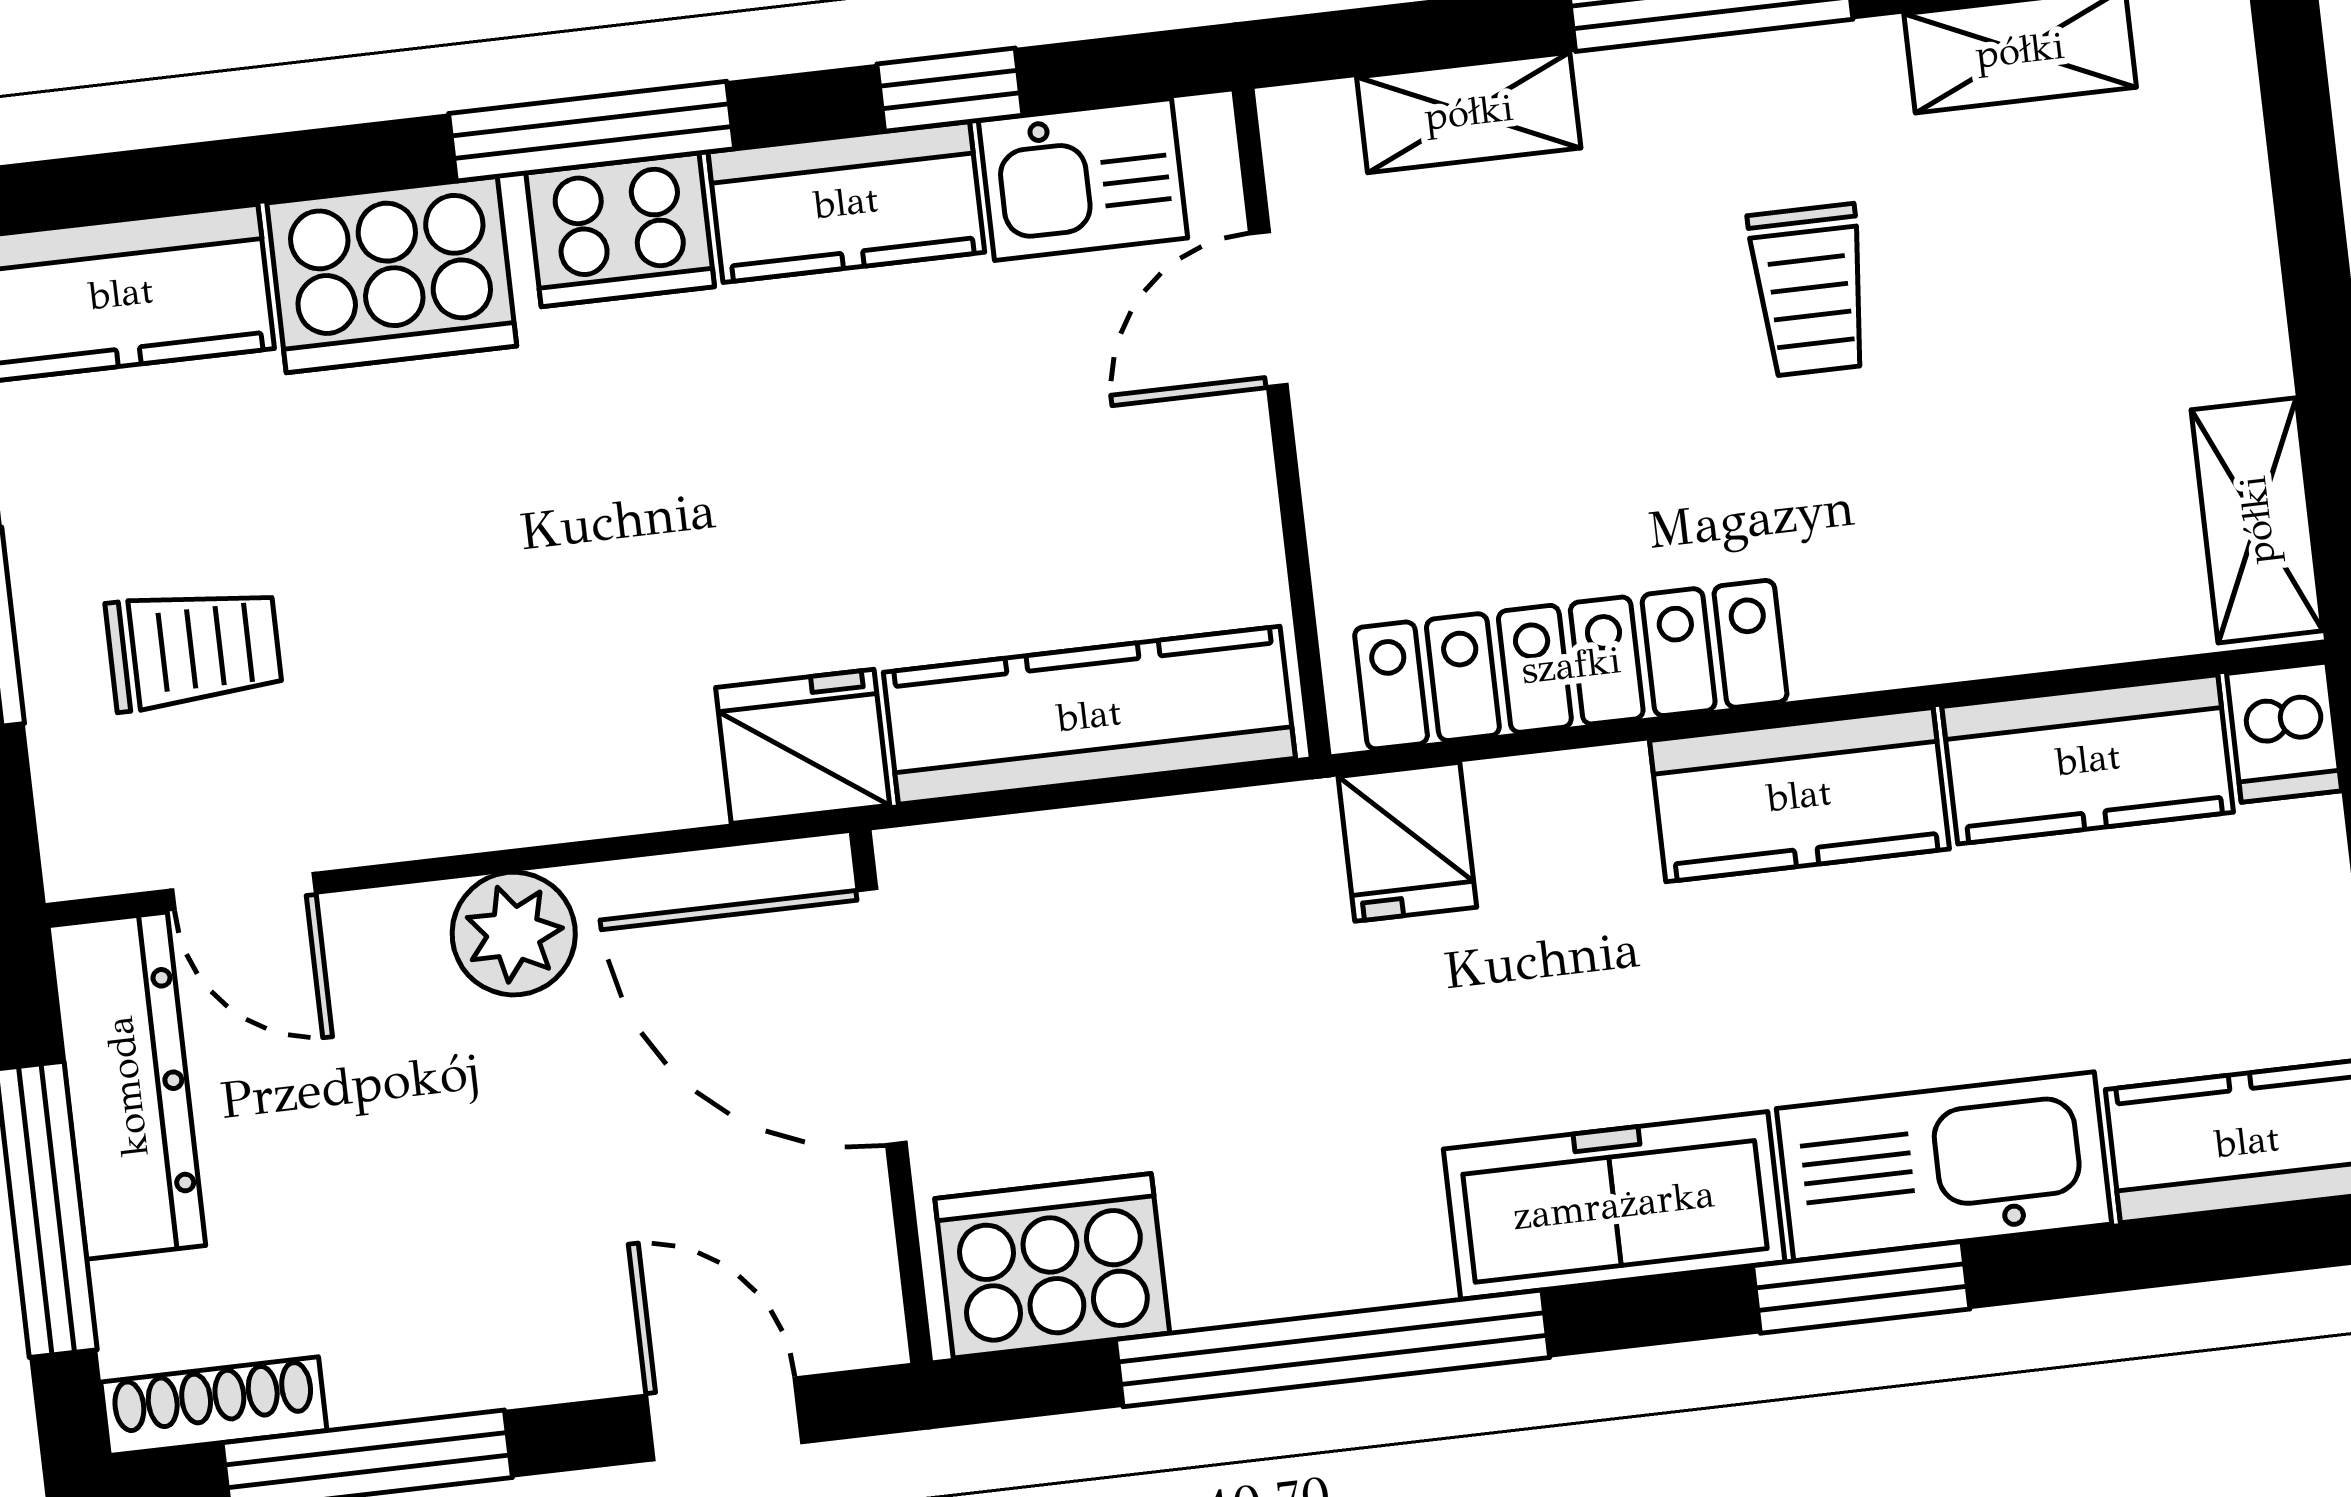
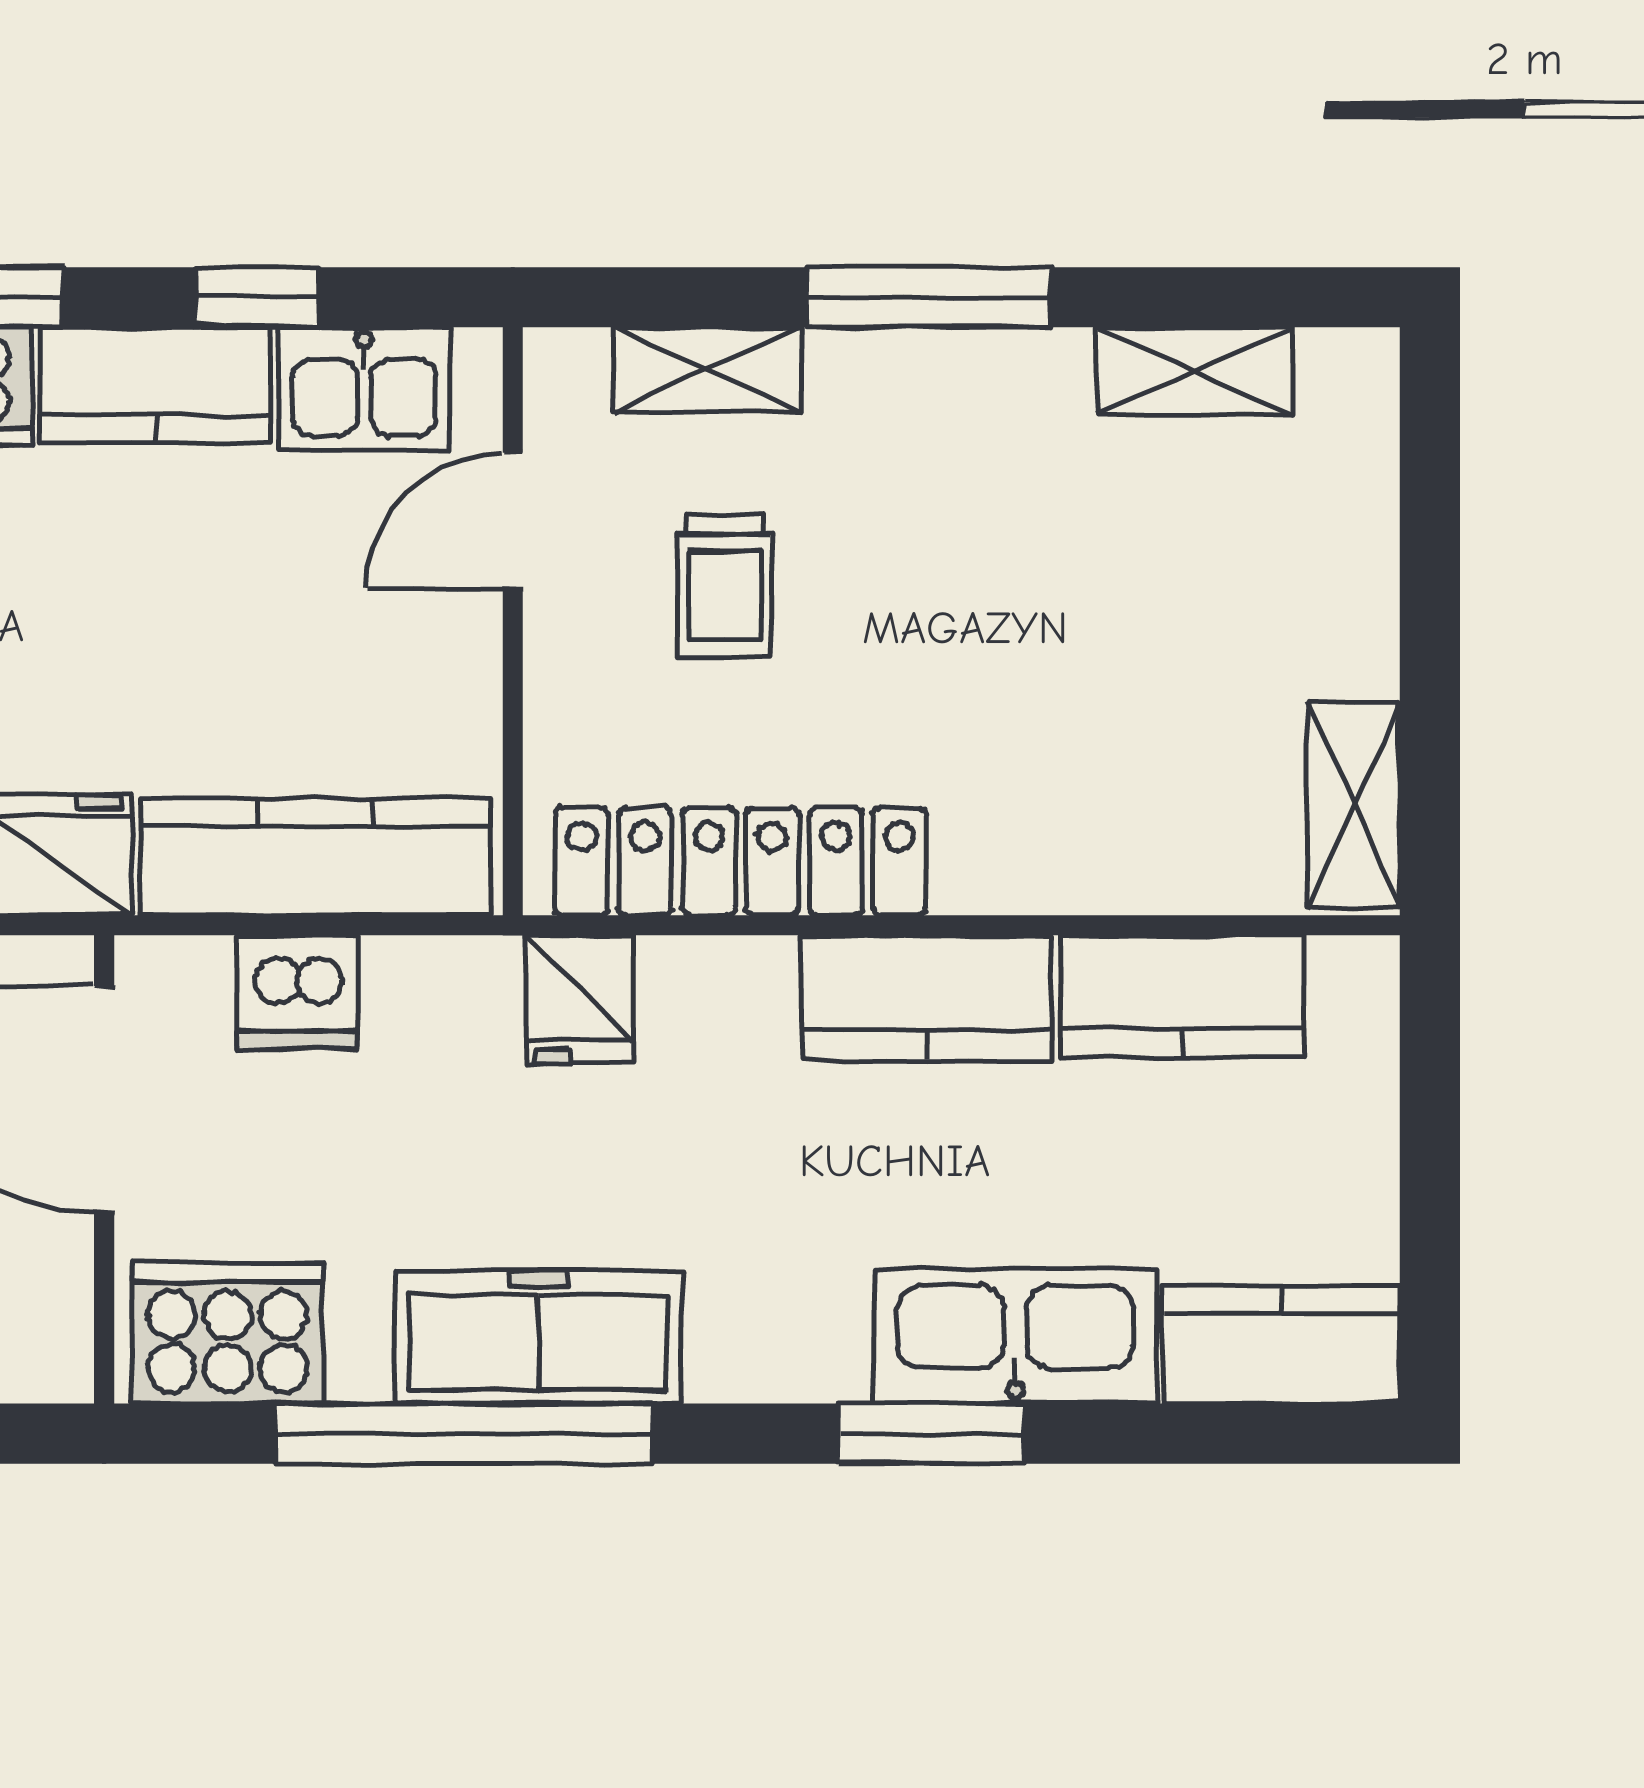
trolley: (1810, 290) -> (724, 585), moved
dishwasher: (2284, 732) -> (298, 992), moved, width x1.38
freezer: (1614, 1205) -> (538, 1337), moved

